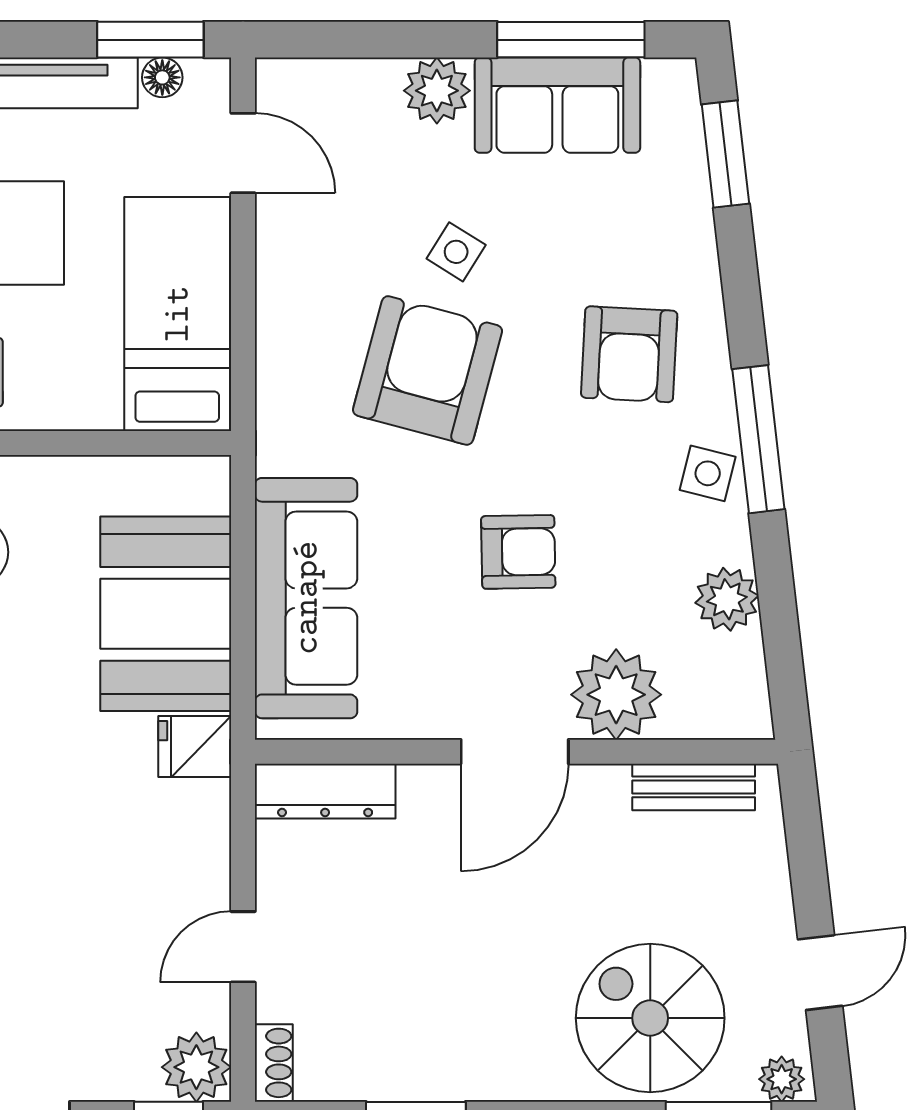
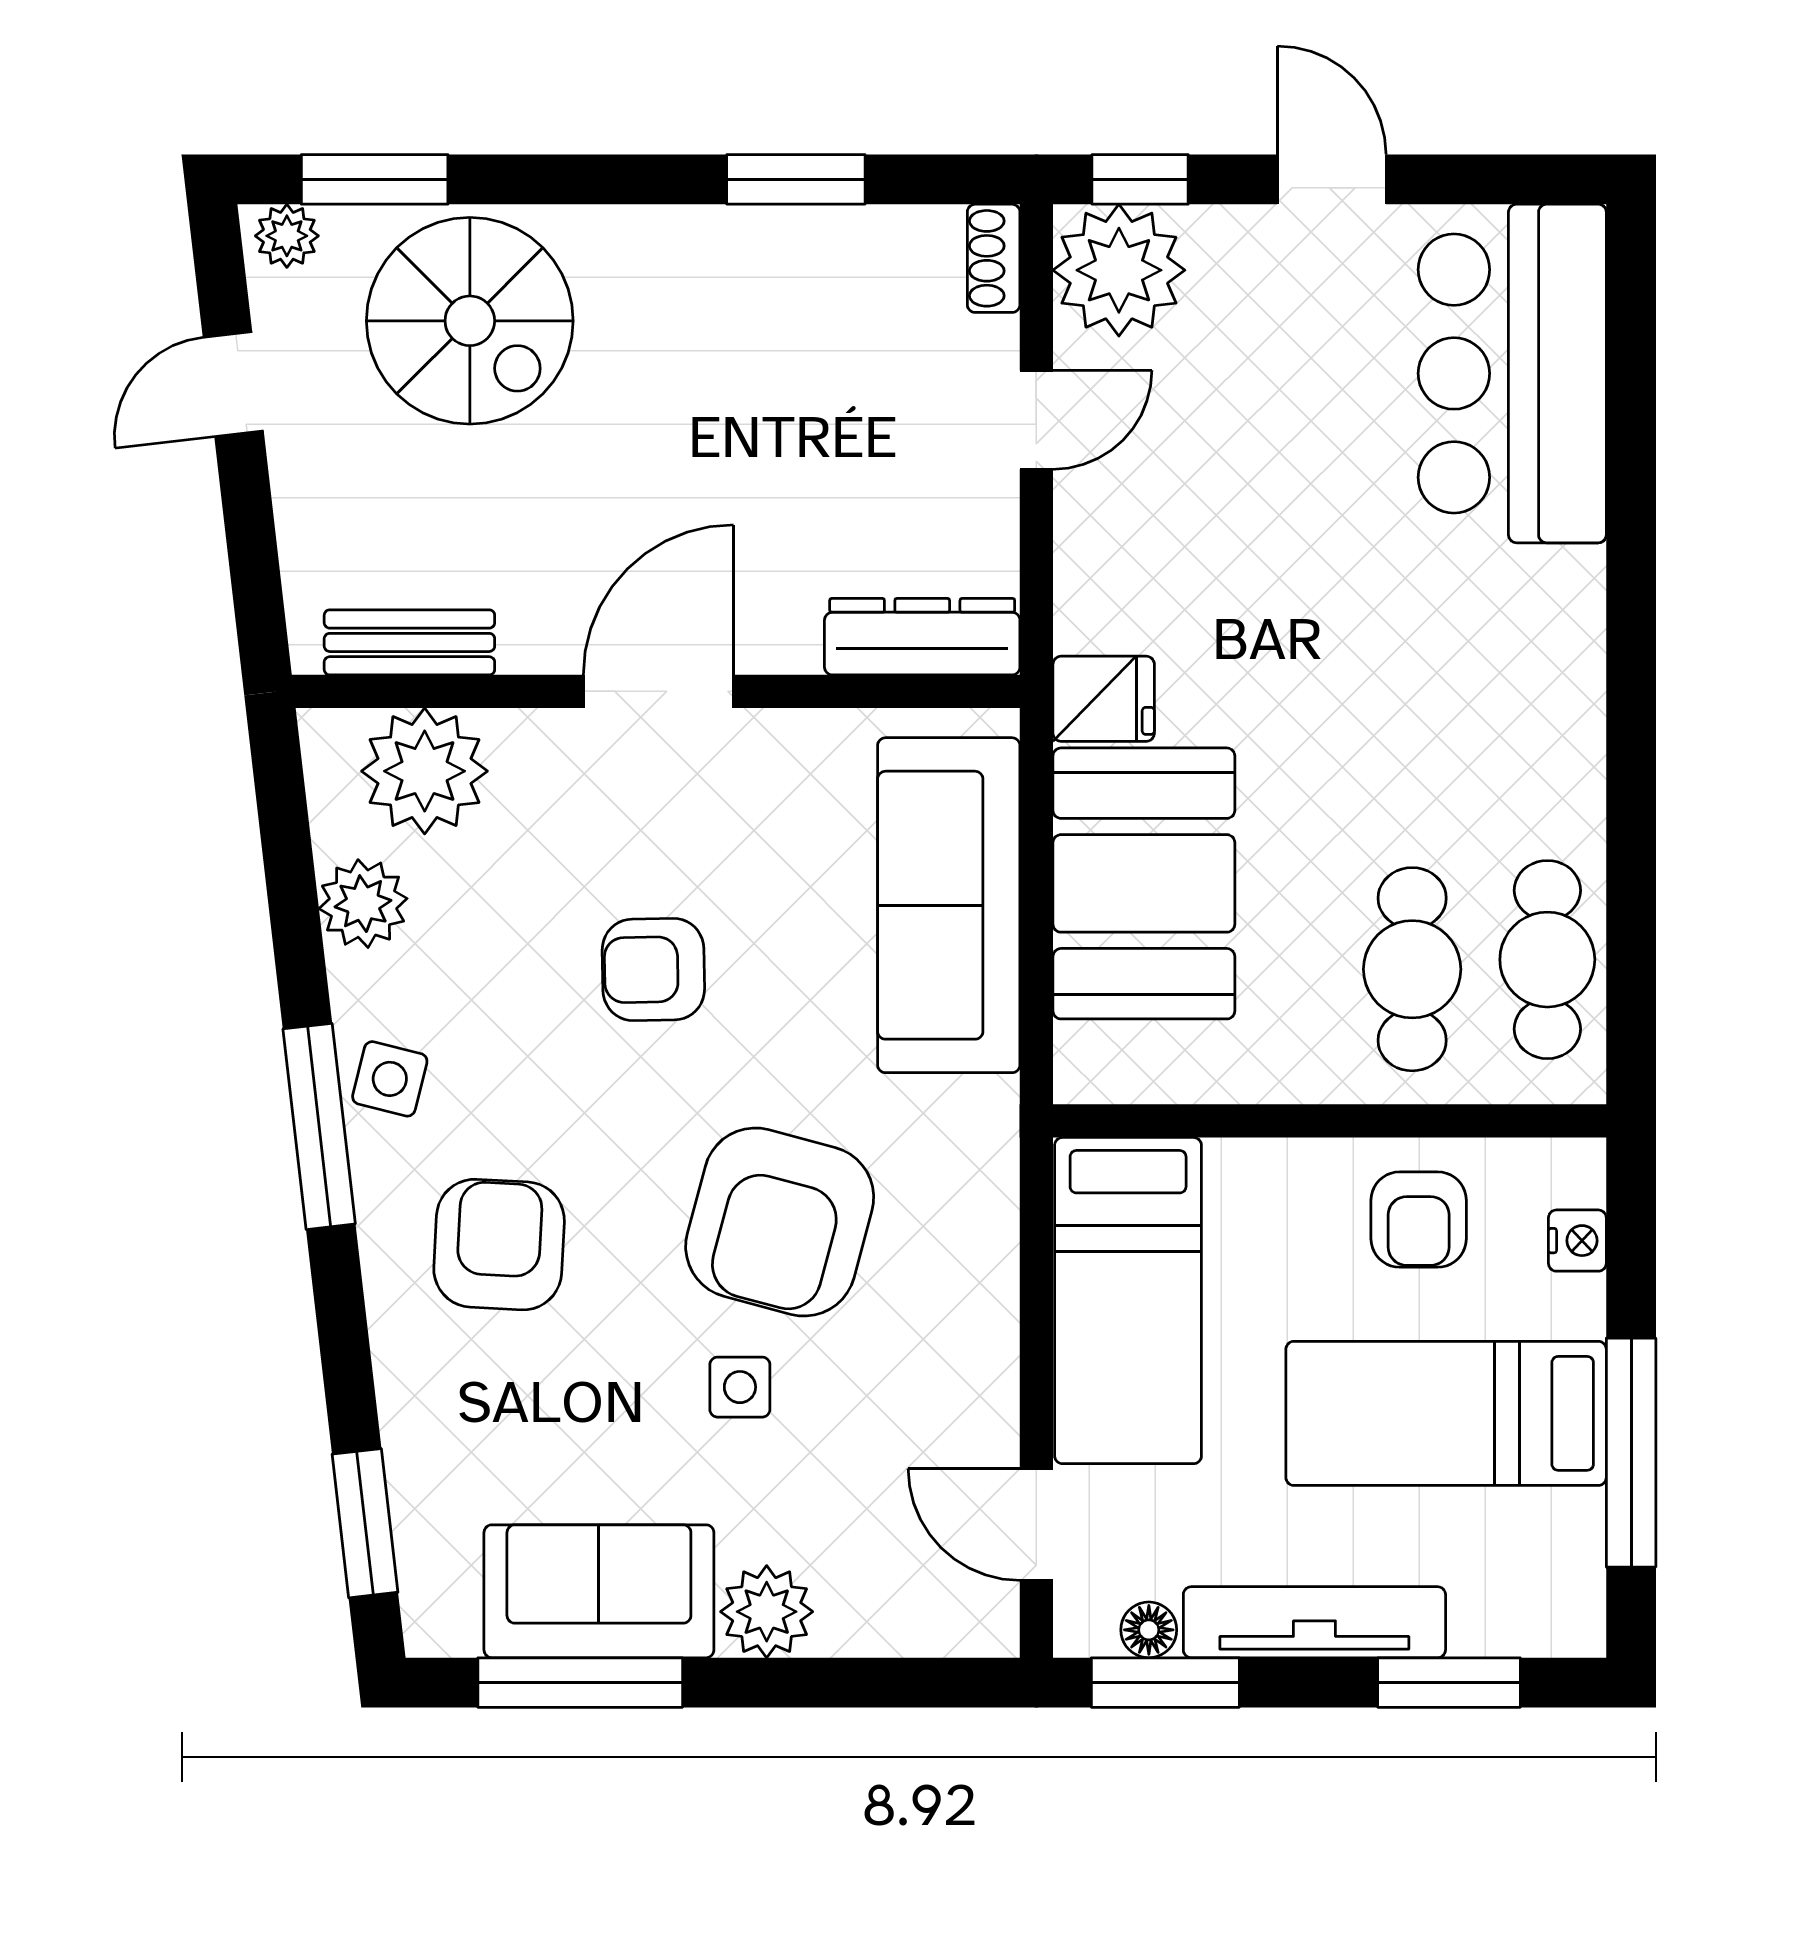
side table: (456, 252) -> (740, 1387), turned -32
plant: (616, 695) -> (425, 771), moved
plant: (196, 1067) -> (1119, 270), width x1.36, depth x1.36

